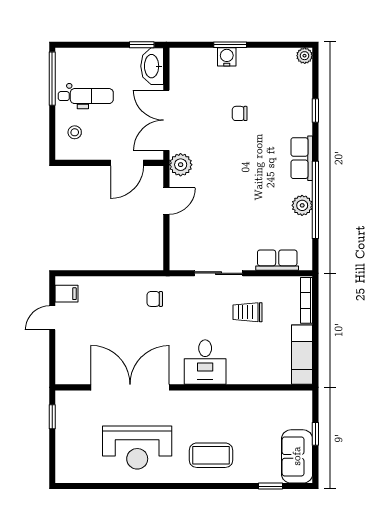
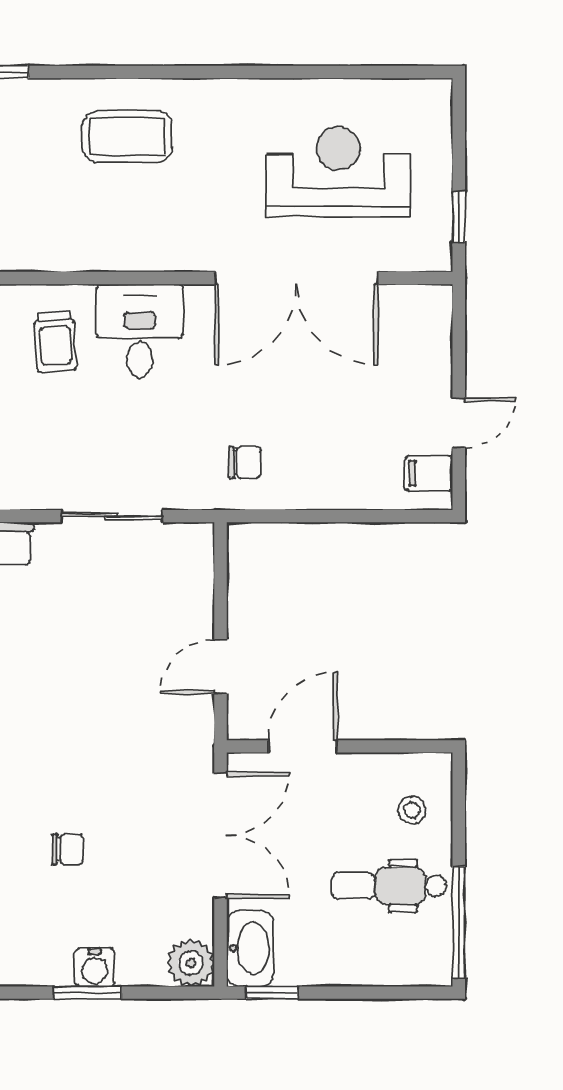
plant: (181, 165) -> (191, 963), moved
trolley: (247, 312) -> (55, 341), moved, turned 86
reception desk: (137, 448) -> (338, 172), moved

